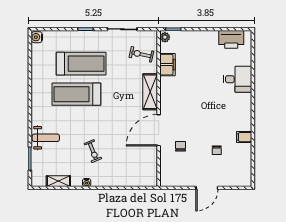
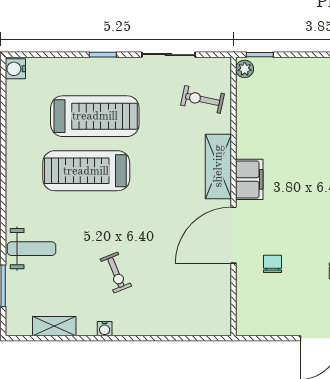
filing cabinet: (168, 65) -> (249, 179), moved

